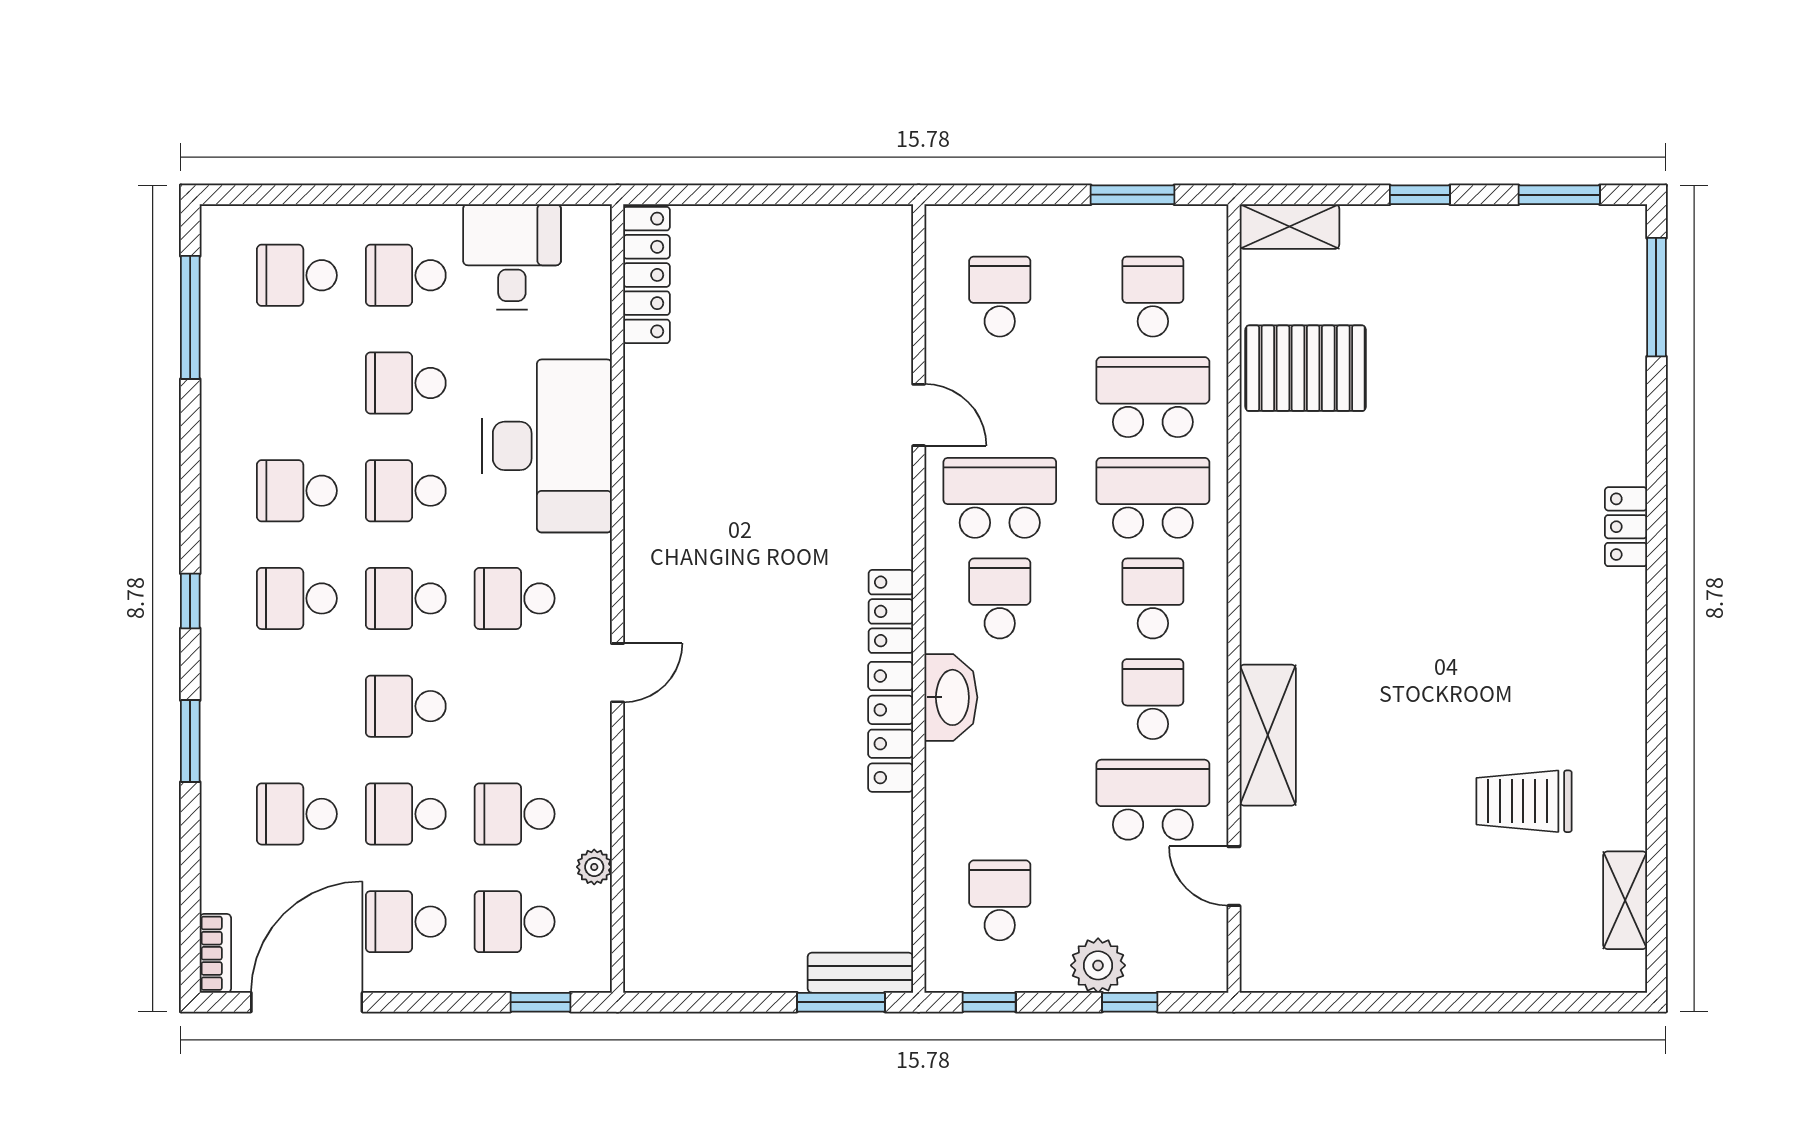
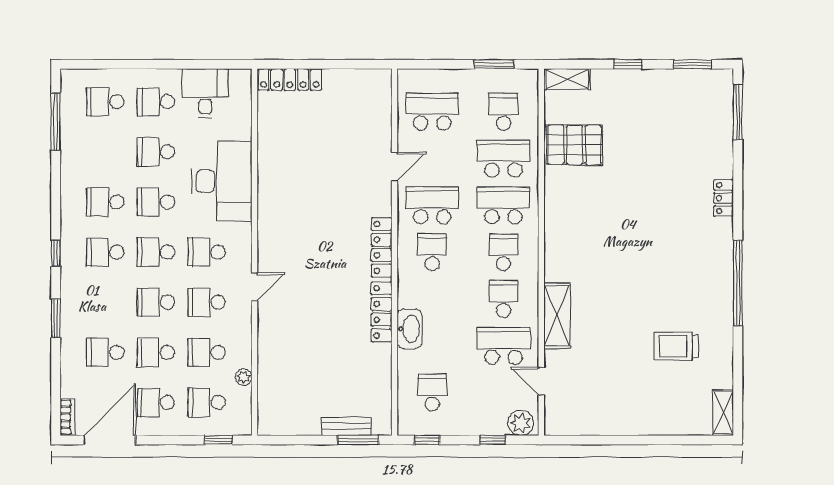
locker: (646, 275) -> (290, 80), moved, turned 90
school desk: (1000, 297) -> (432, 112), width x1.85
door: (919, 415) -> (395, 167), hinge flipped
locker: (1626, 527) -> (724, 198), moved
locker: (891, 611) -> (382, 247), width x1.53
window: (1656, 665) -> (738, 283), added
washbasin: (951, 697) -> (409, 329), moved
school desk: (515, 706) -> (207, 302), added
shelving: (1625, 900) -> (723, 413), moved
plant: (1098, 965) -> (521, 423), moved
bench: (860, 973) -> (346, 426), moved

